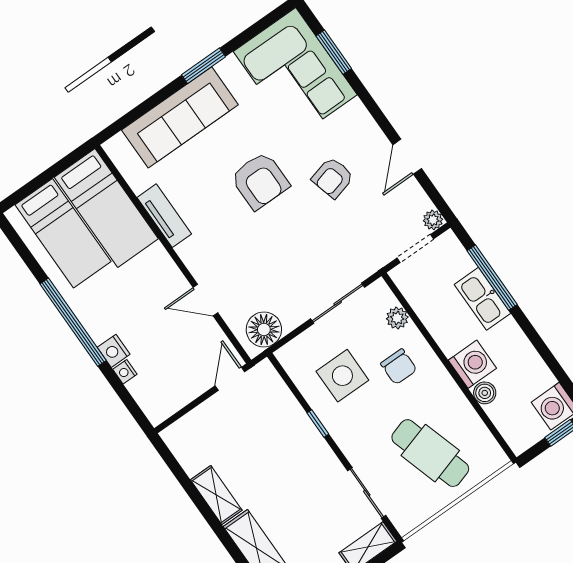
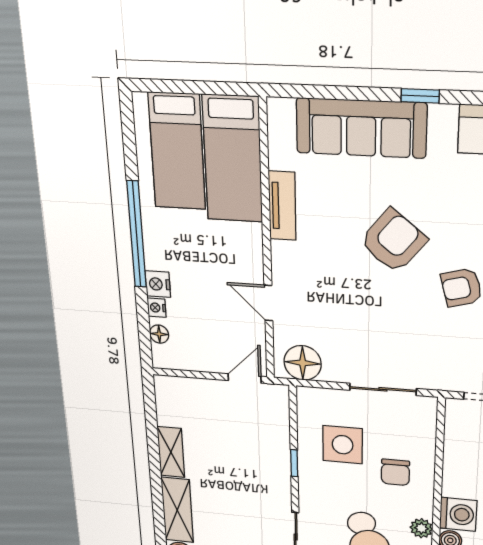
window: (203, 66) -> (420, 96), width x0.67
armchair: (260, 181) -> (393, 241), turned -141
plant: (397, 318) -> (421, 528), moved
floor lamp: (141, 393) -> (159, 334), added

